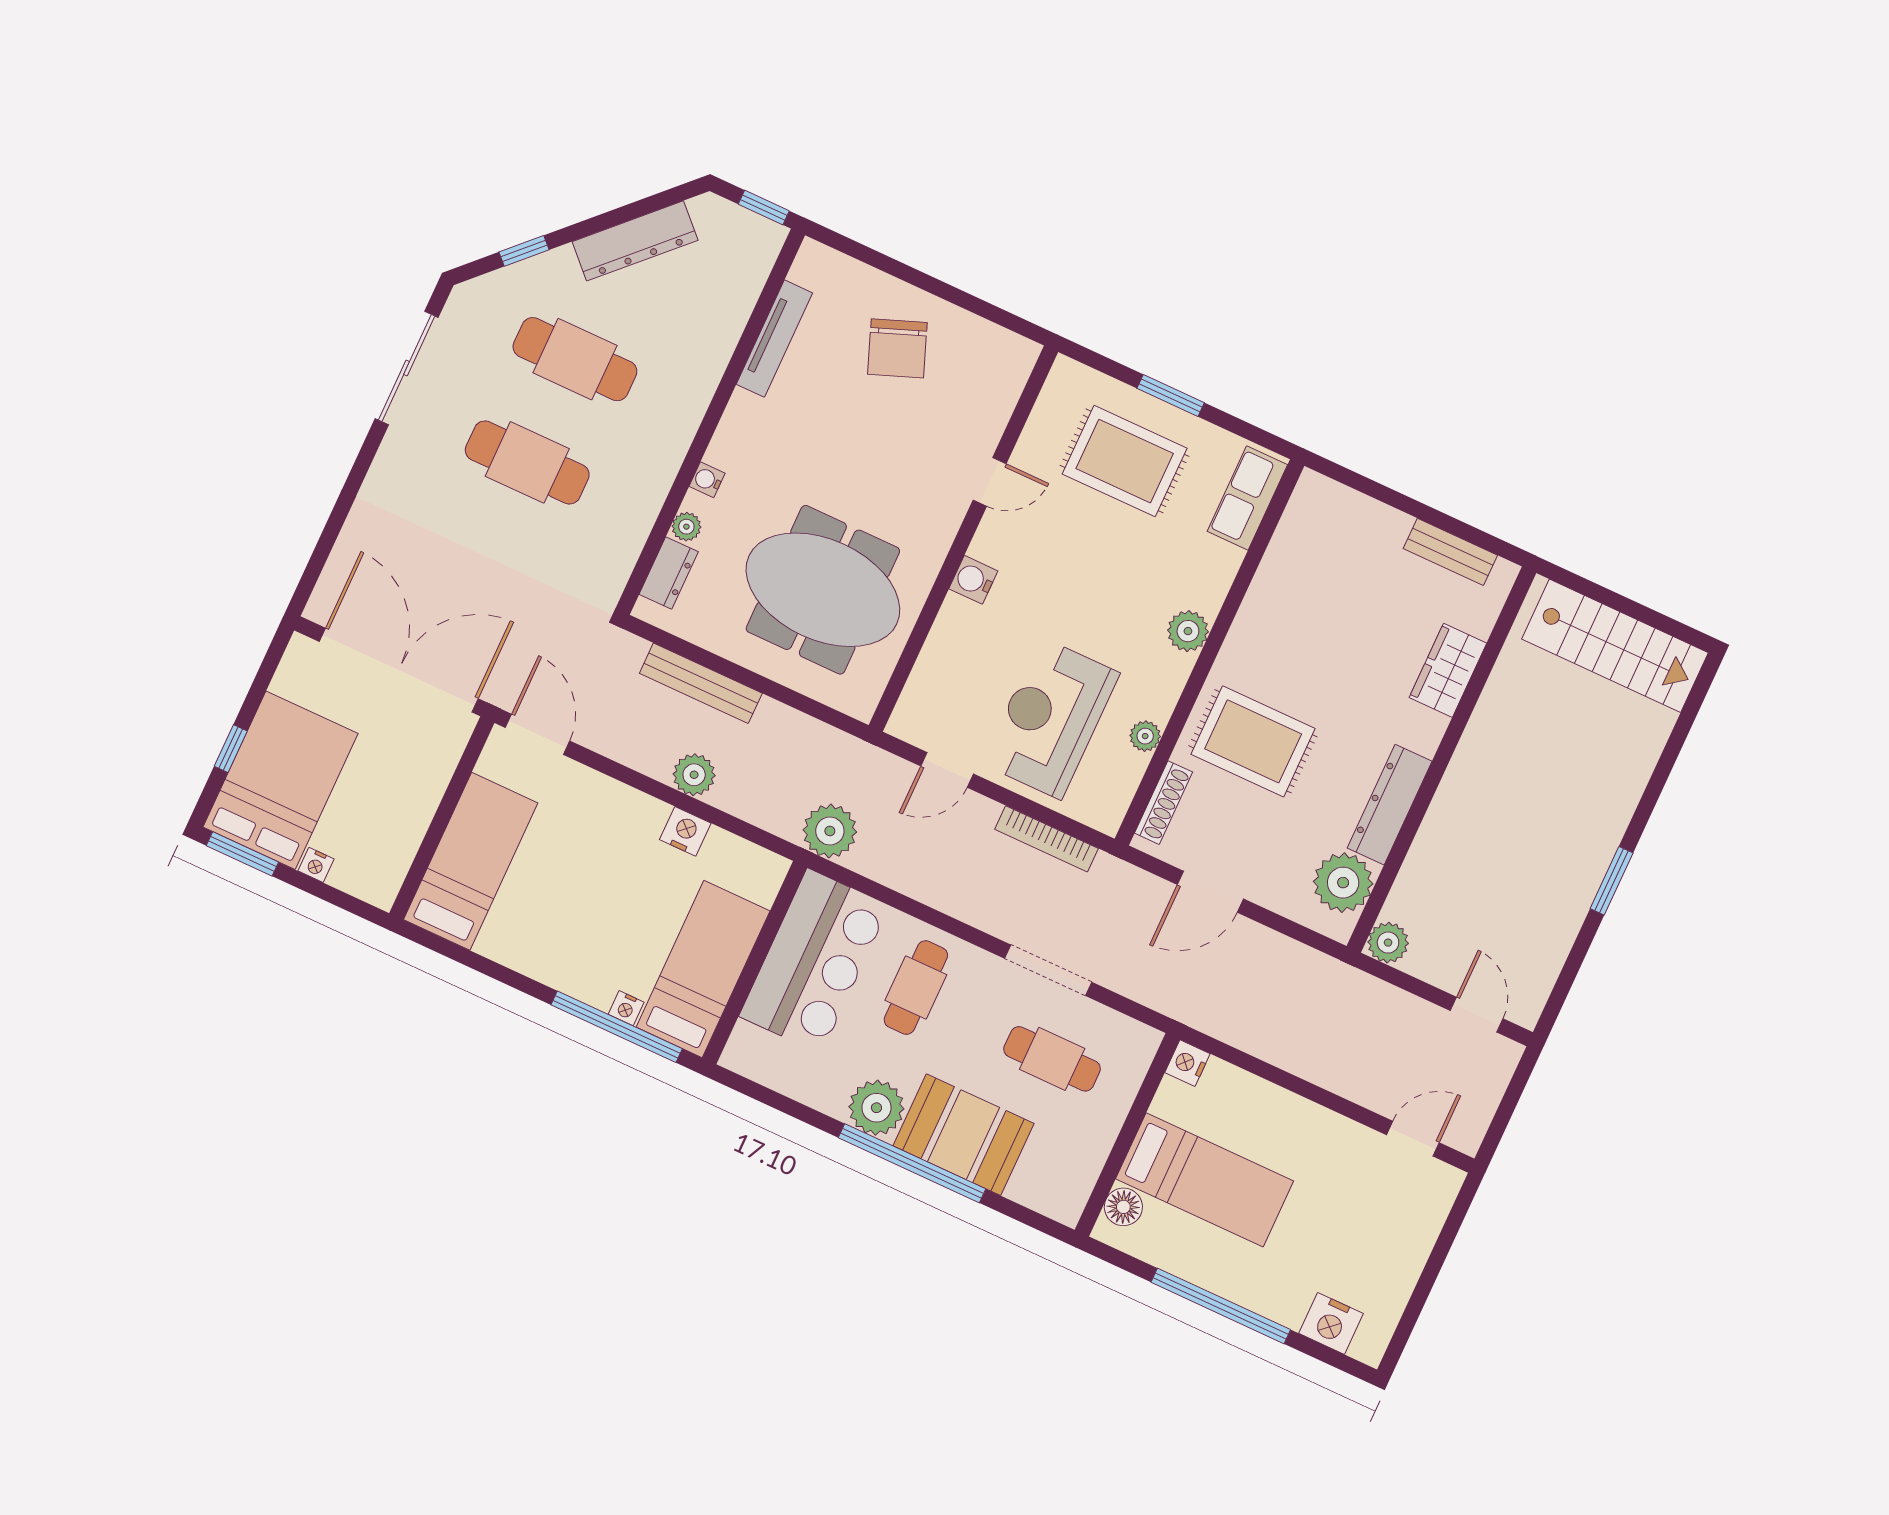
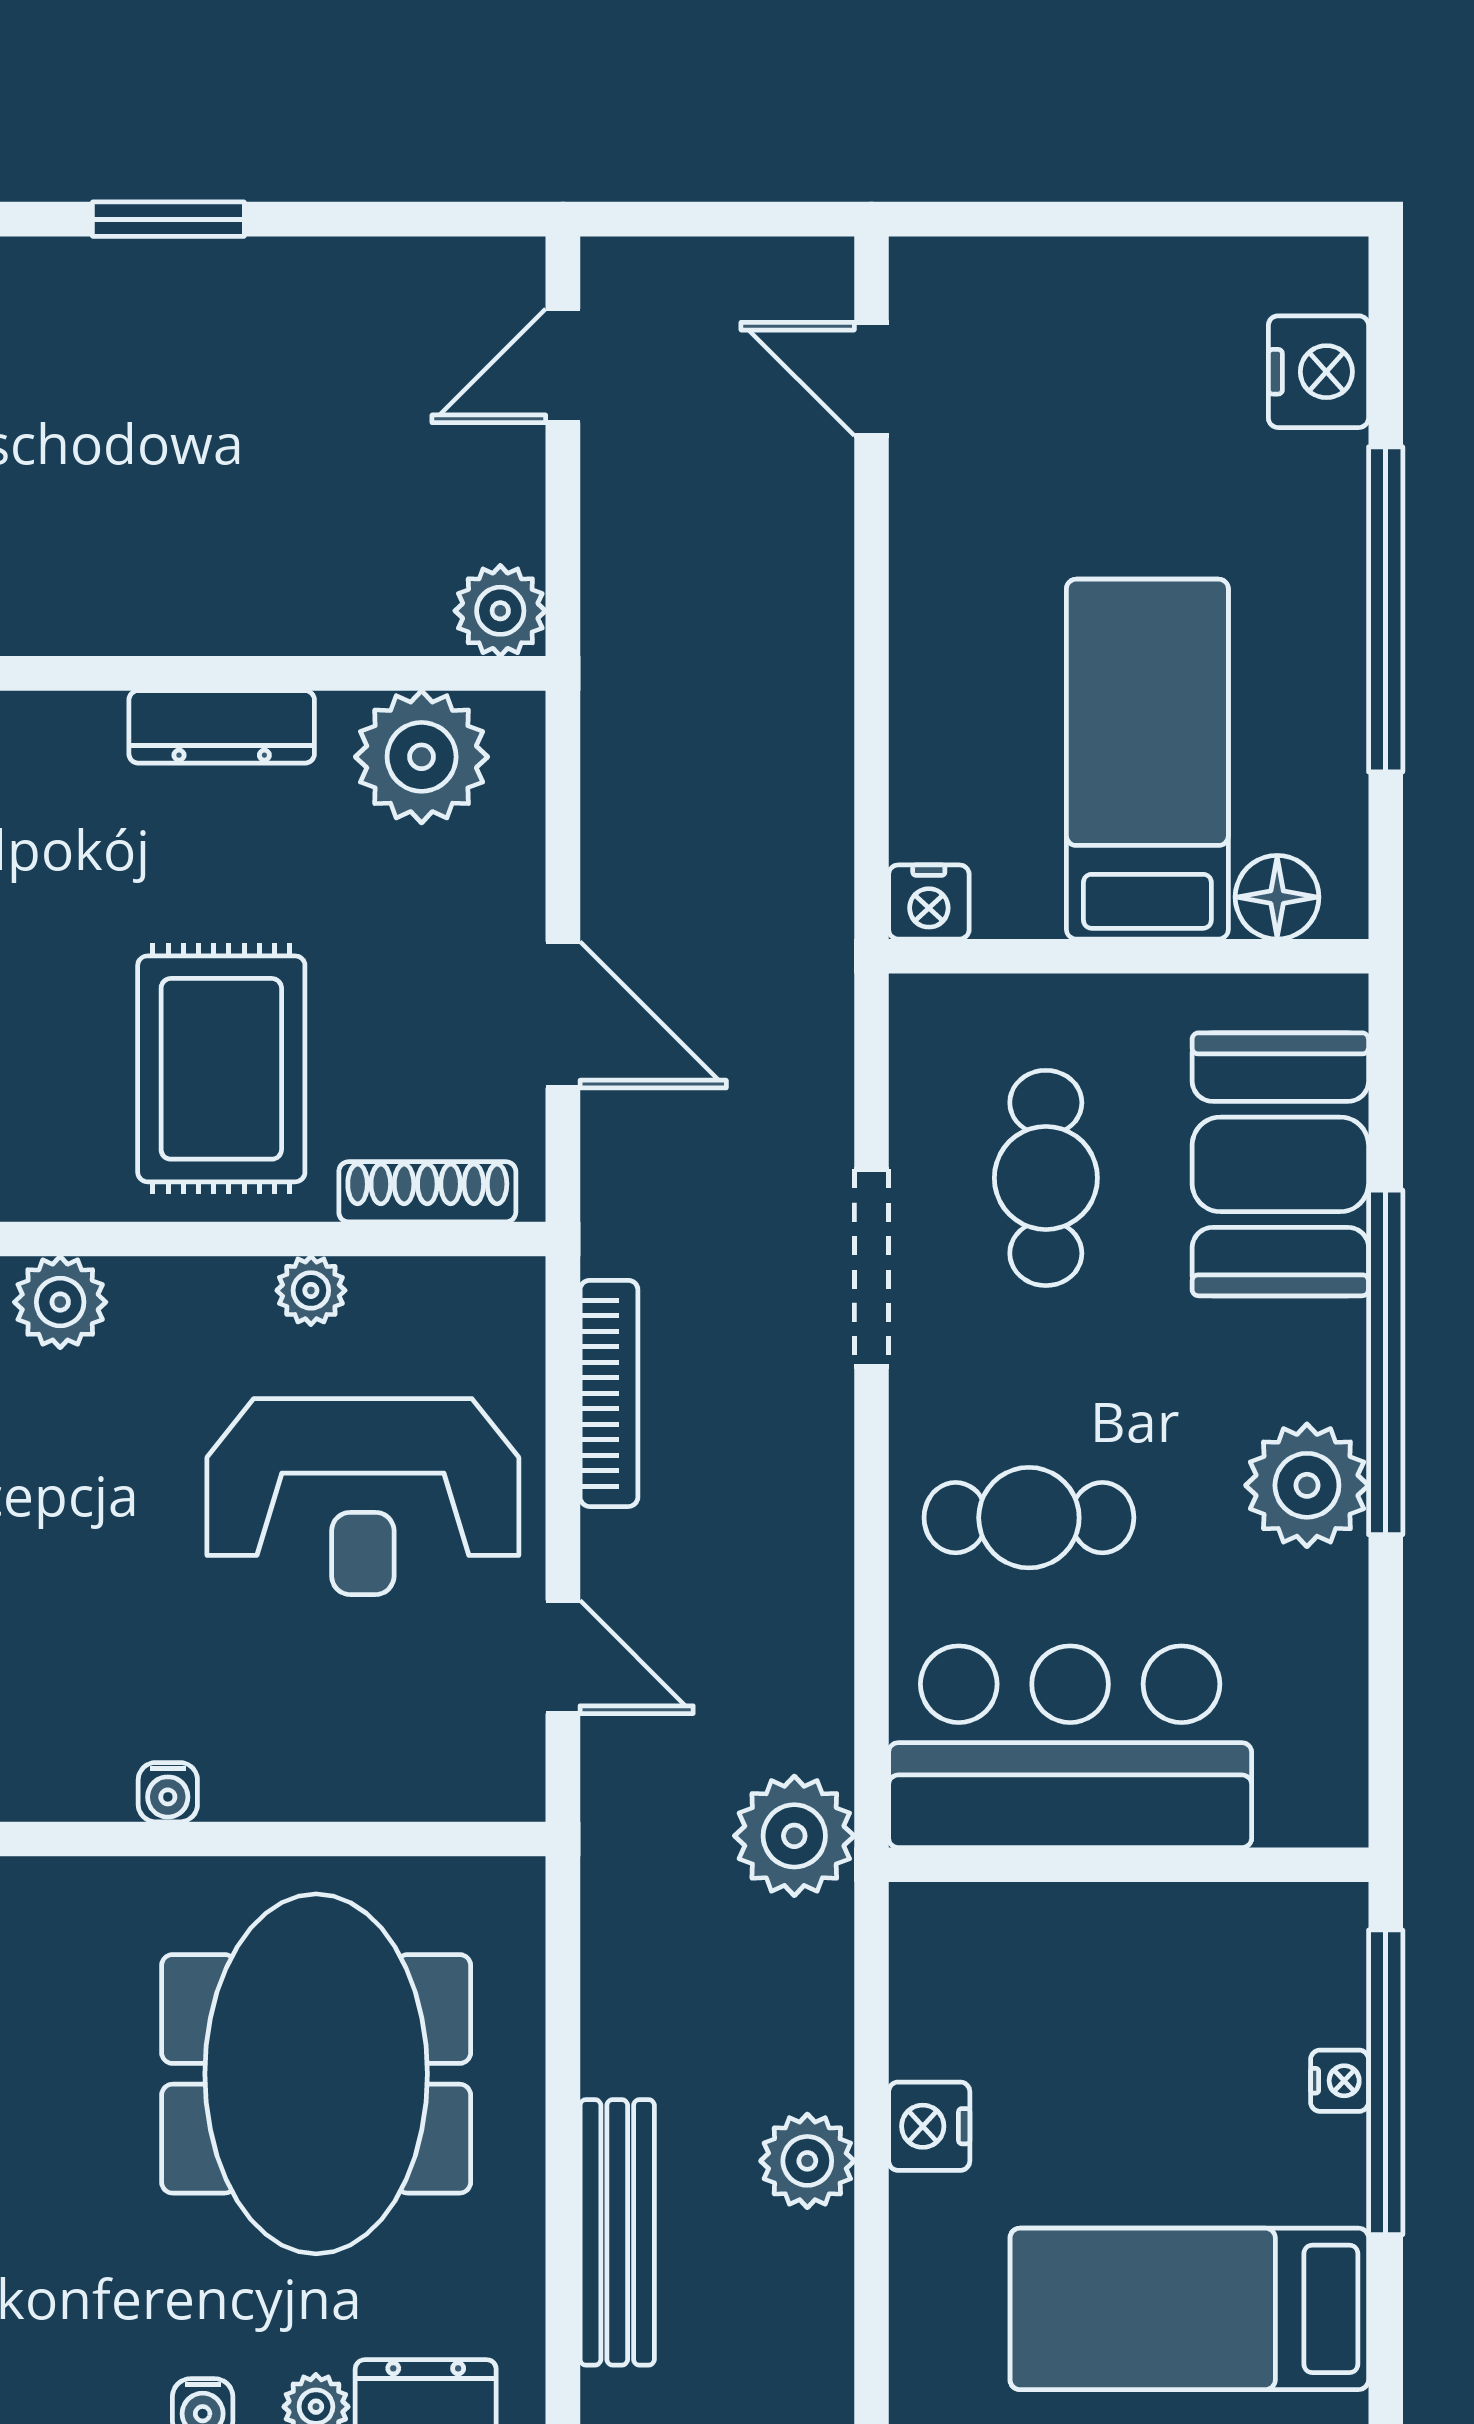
water cooler: (973, 580) -> (168, 1792), width x0.72, depth x0.72
dresser: (1390, 805) -> (222, 727), width x0.73, depth x0.80
bed: (703, 969) -> (1189, 2309), moved
booth: (963, 1135) -> (1280, 1164), moved

